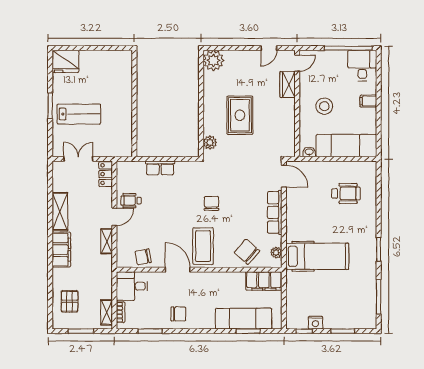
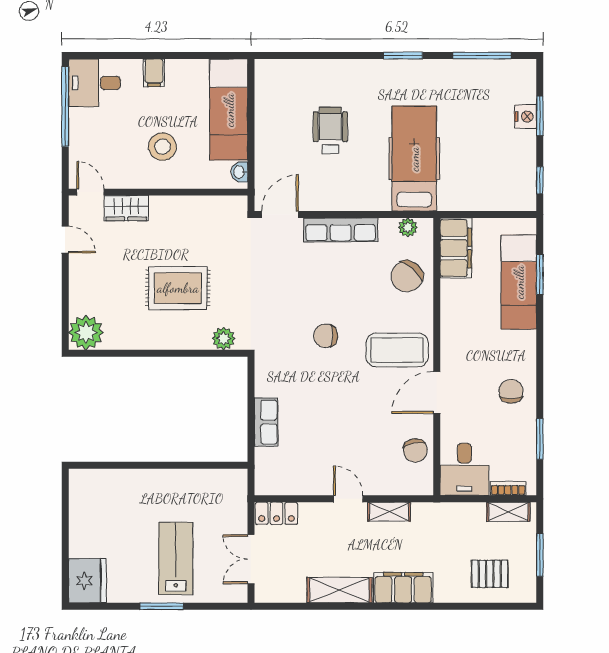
wheelchair: (346, 194) -> (330, 130), moved
wheelchair: (131, 201) -> (321, 471), removed
nightstand: (315, 323) -> (526, 117), moved

